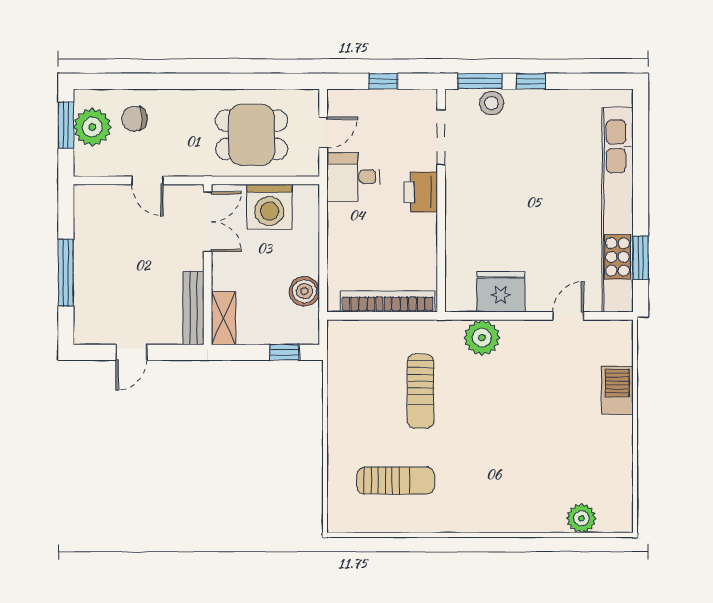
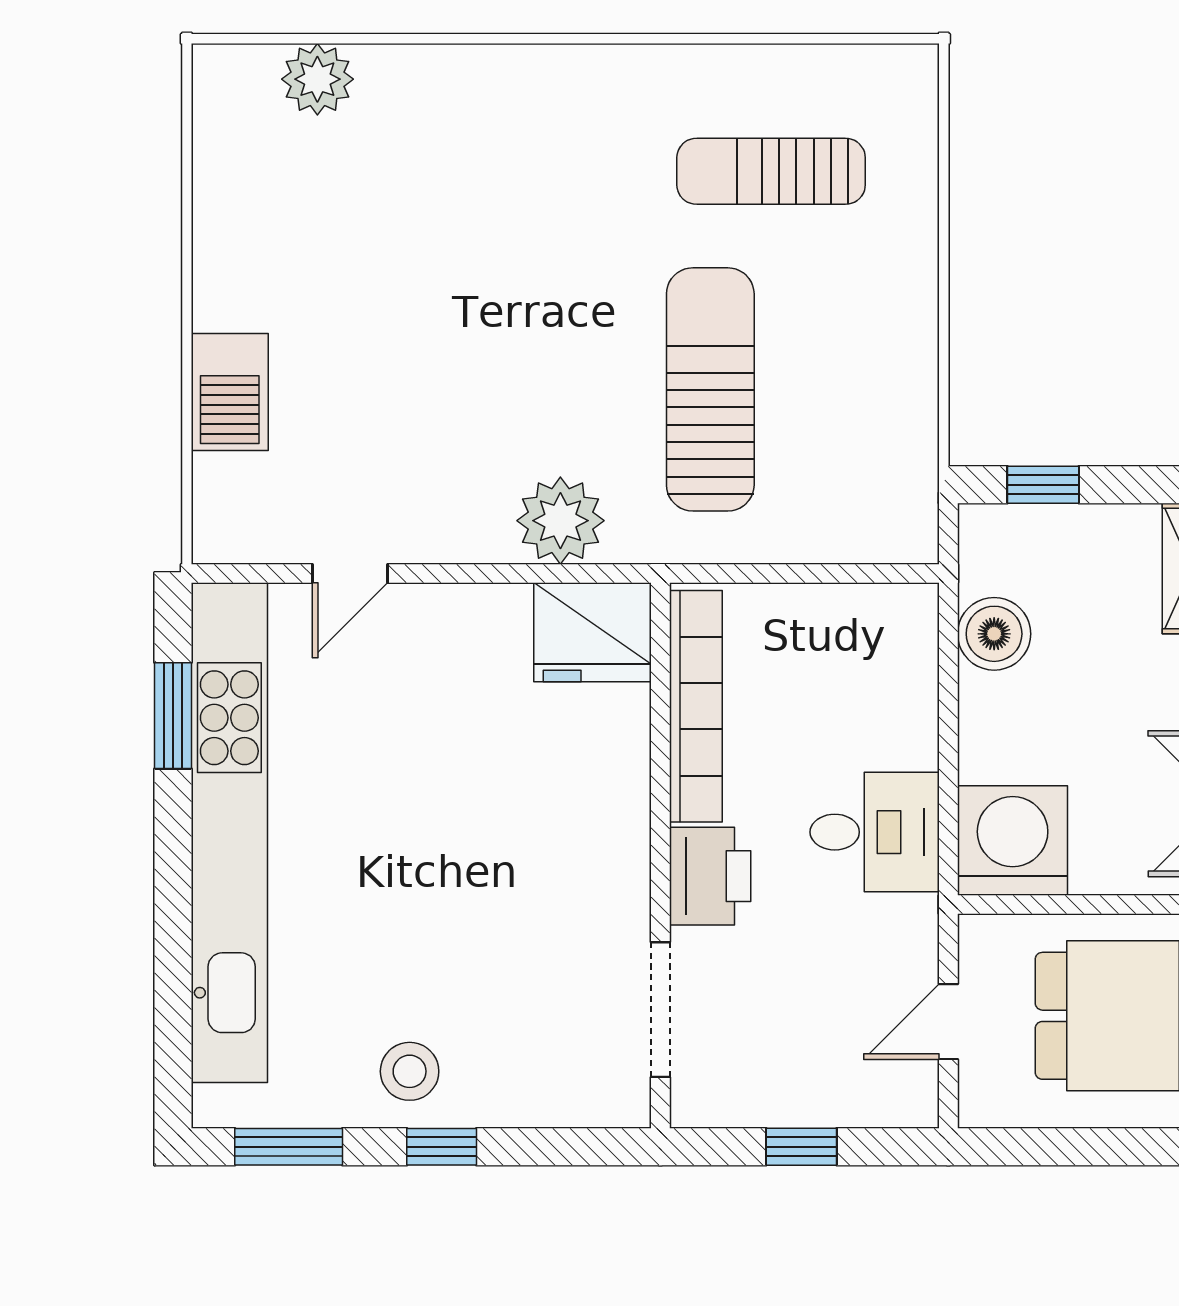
window: (480, 81) -> (289, 1147), moved
stool: (492, 103) -> (410, 1071), moved
desk: (353, 177) -> (875, 832), moved
washing machine: (269, 207) -> (1013, 840), moved
fridge: (501, 292) -> (593, 632), moved
bookcase: (388, 301) -> (696, 706), moved, turned -90
sun lounger: (421, 391) -> (710, 389), width x1.36, depth x1.34

